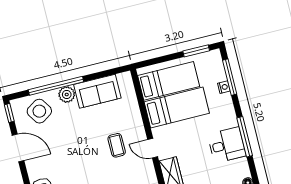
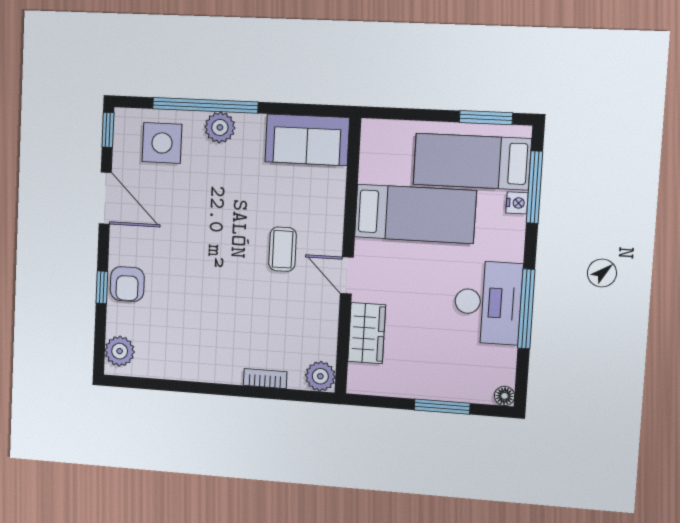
bed: (169, 81) -> (472, 162), moved, turned 180
sofa: (97, 91) -> (307, 140), moved
side table: (39, 111) -> (162, 143), turned 33
desk: (227, 145) -> (488, 302), width x1.37

